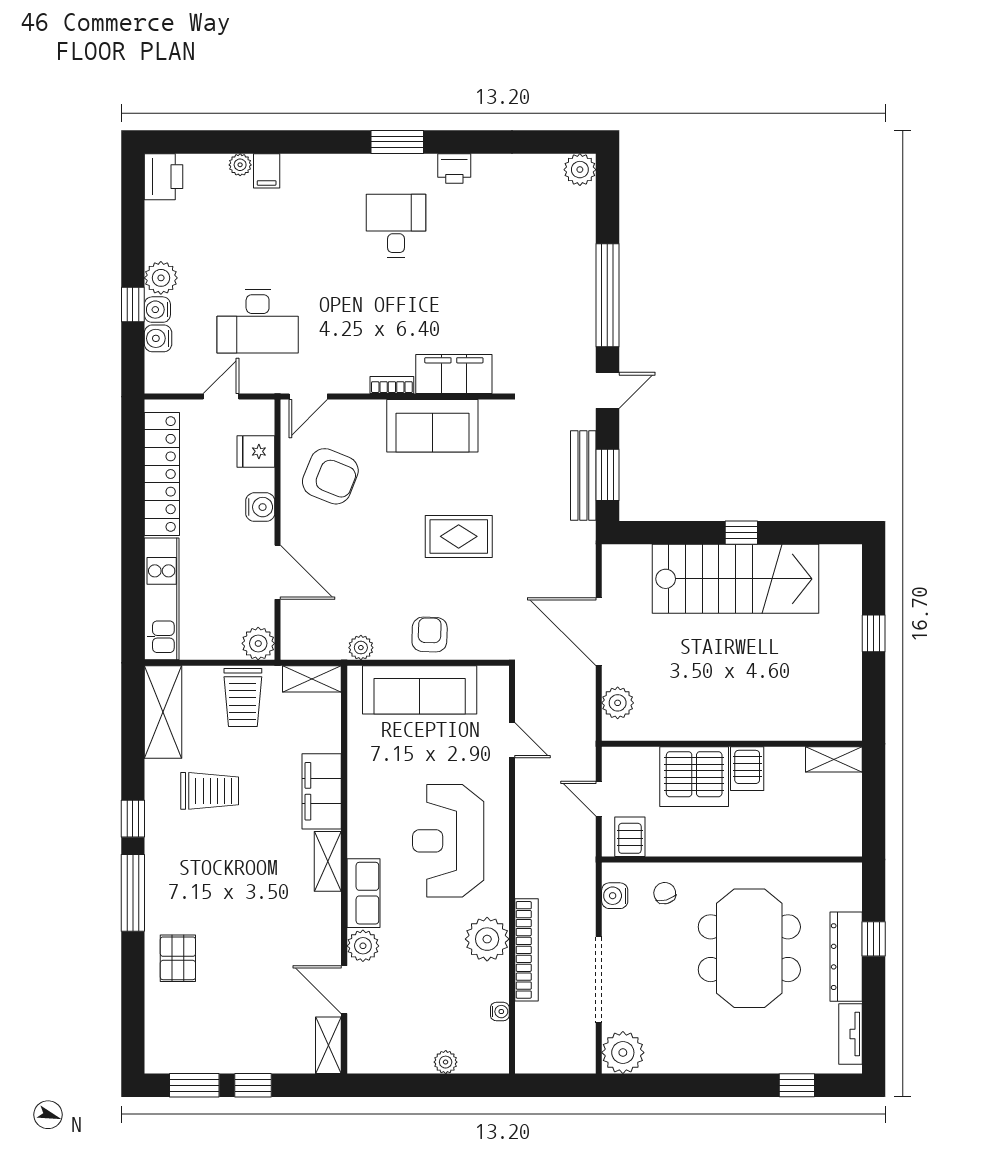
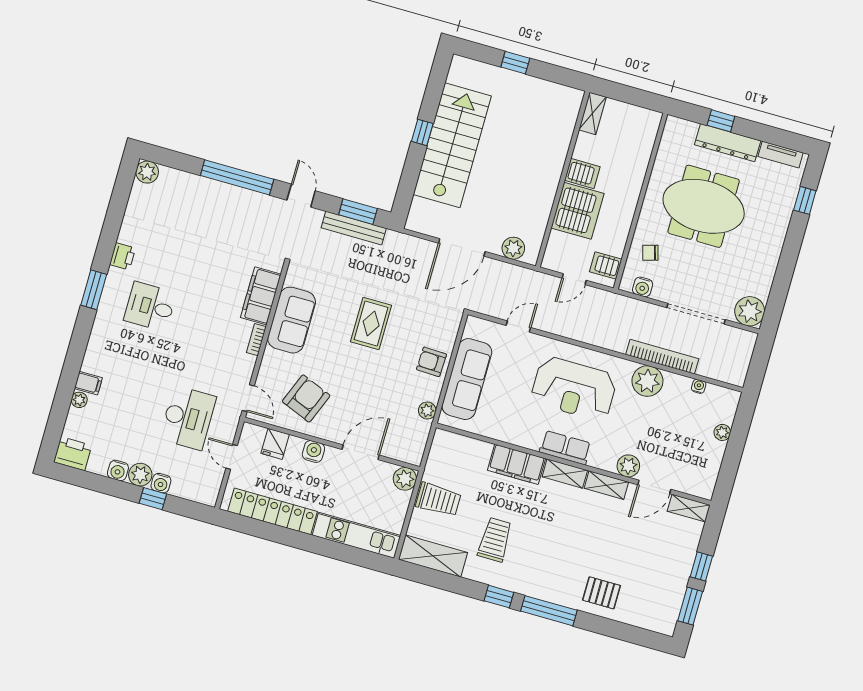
water cooler: (158, 338) -> (118, 470), moved
shelving: (312, 679) -> (606, 485), moved, turned 90
row of seats: (363, 893) -> (565, 448), moved

